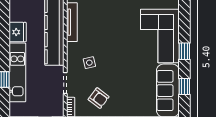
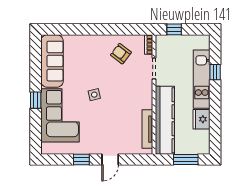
side table: (89, 63) -> (94, 95), moved
window: (184, 86) -> (36, 65), removed

